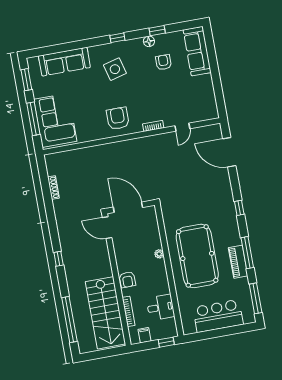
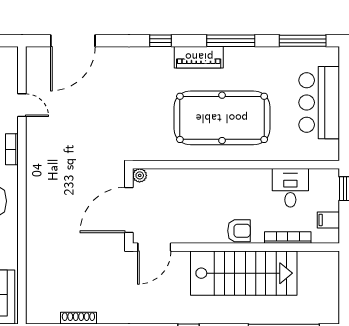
plant: (159, 254) -> (140, 175), moved
piano: (238, 262) -> (199, 57), moved
stairs: (106, 313) -> (244, 273), moved

